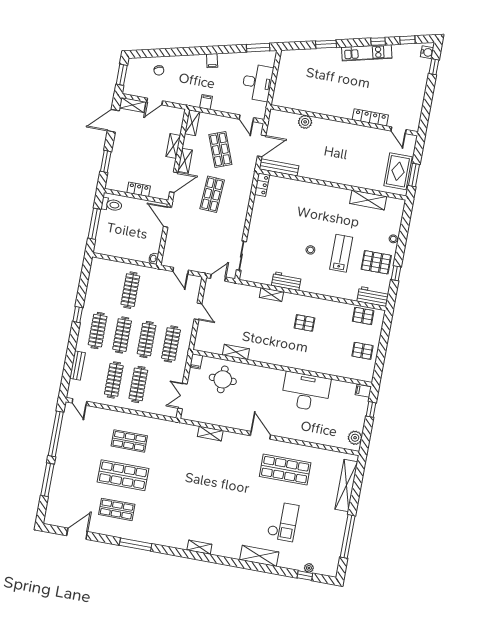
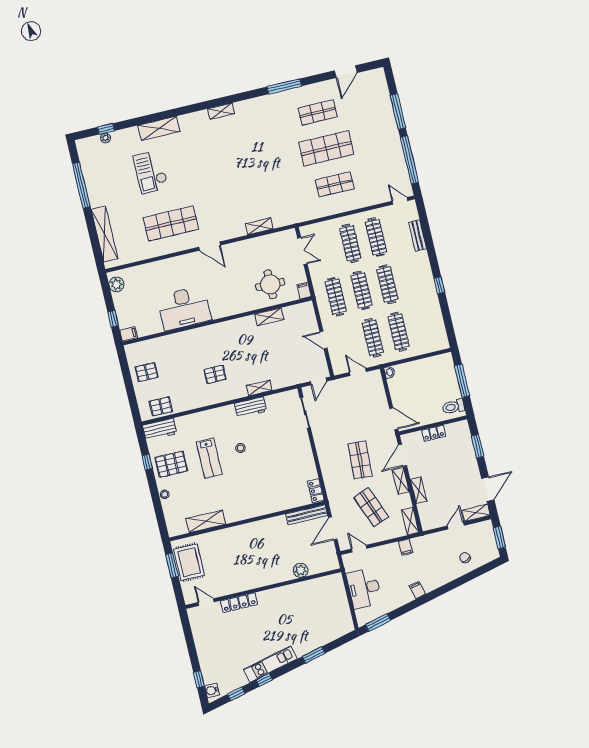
clothes rail: (98, 331) -> (373, 338), moved

